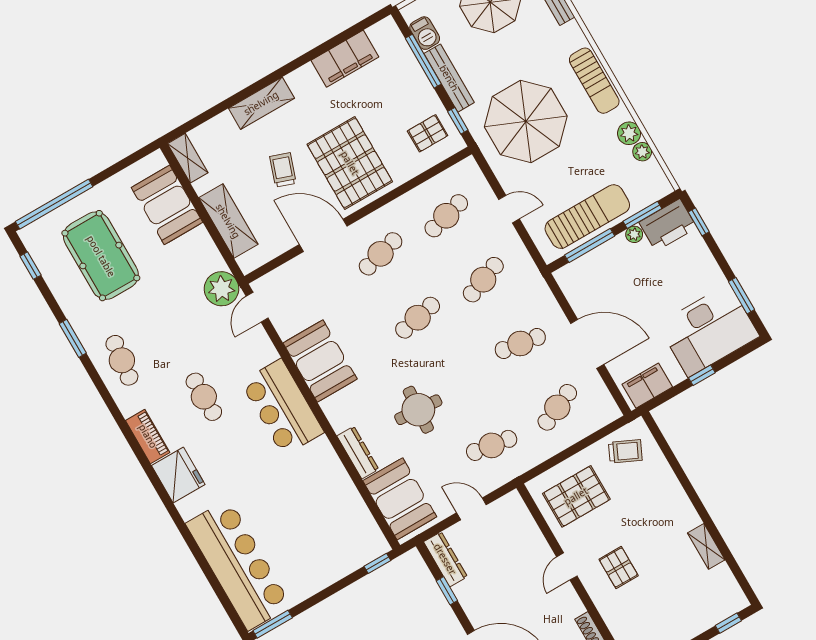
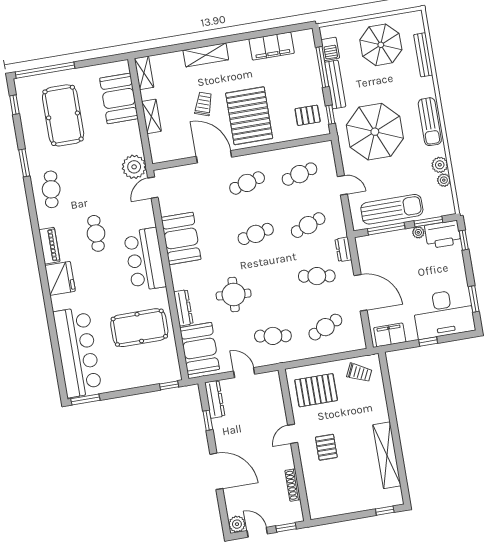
shelving: (228, 221) -> (151, 116), width x0.67, depth x0.75
dresser: (543, 294) -> (343, 249), added
pool table: (309, 501) -> (139, 328), added
shelving: (706, 546) -> (387, 455), width x2.20, depth x1.33

